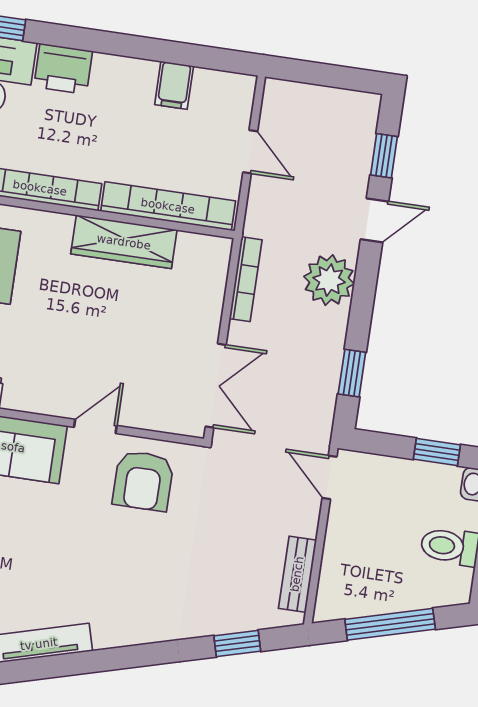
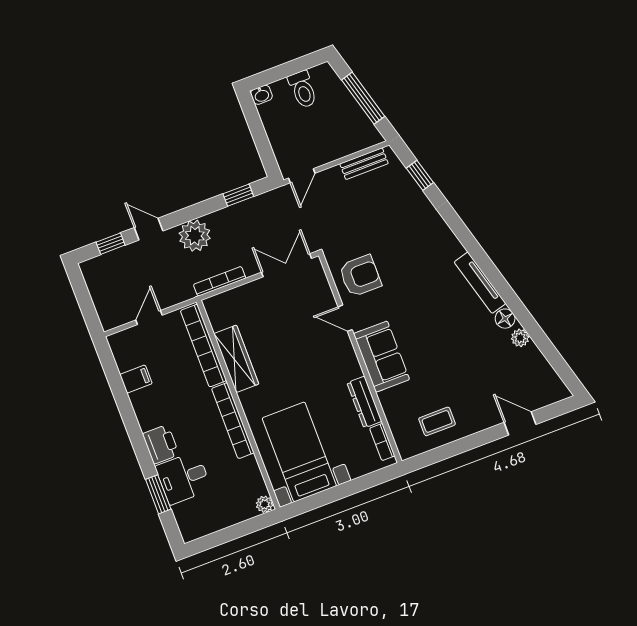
window: (437, 452) -> (255, 125), removed

